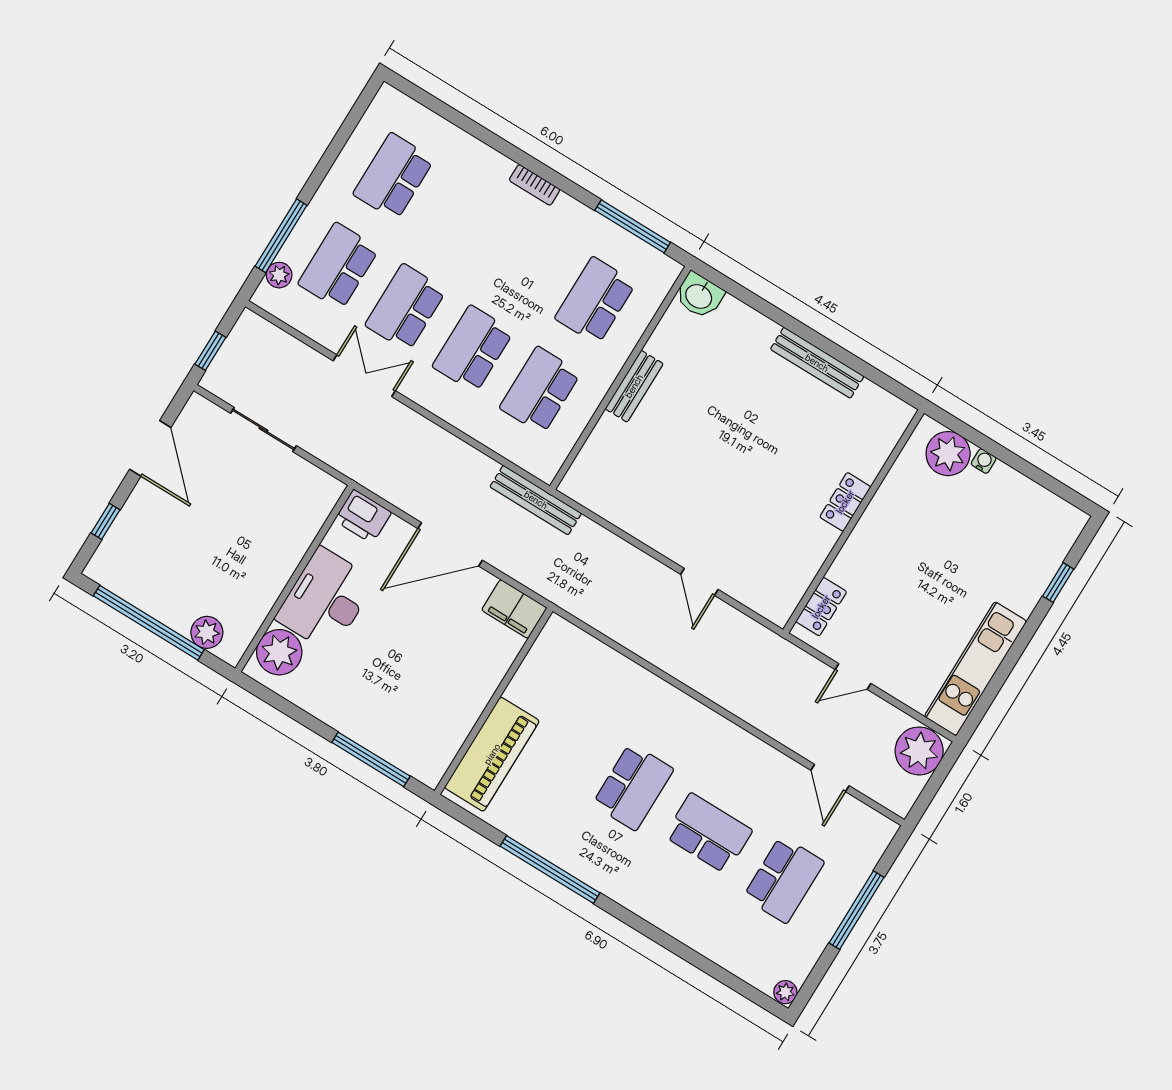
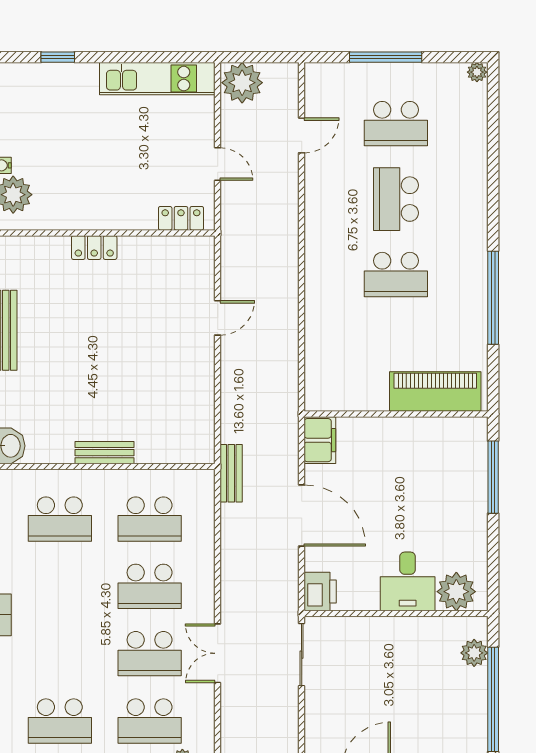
sliding door: (263, 429) -> (302, 655), moved
bench: (536, 500) -> (231, 473), width x0.73
desk: (326, 600) -> (408, 581), width x0.73
school desk: (633, 787) -> (396, 275), turned 180
school desk: (784, 880) -> (396, 124), turned 180

